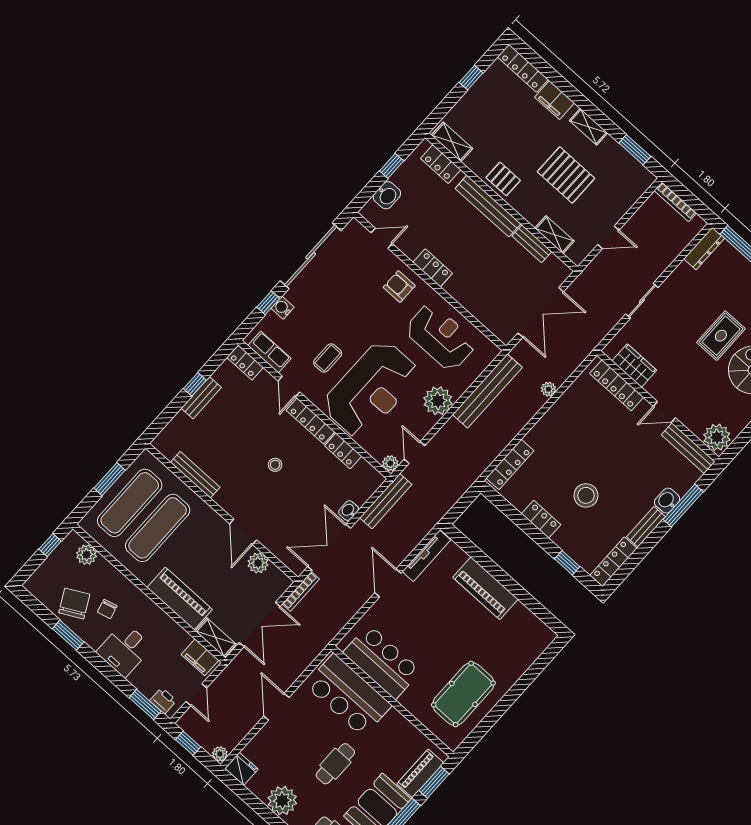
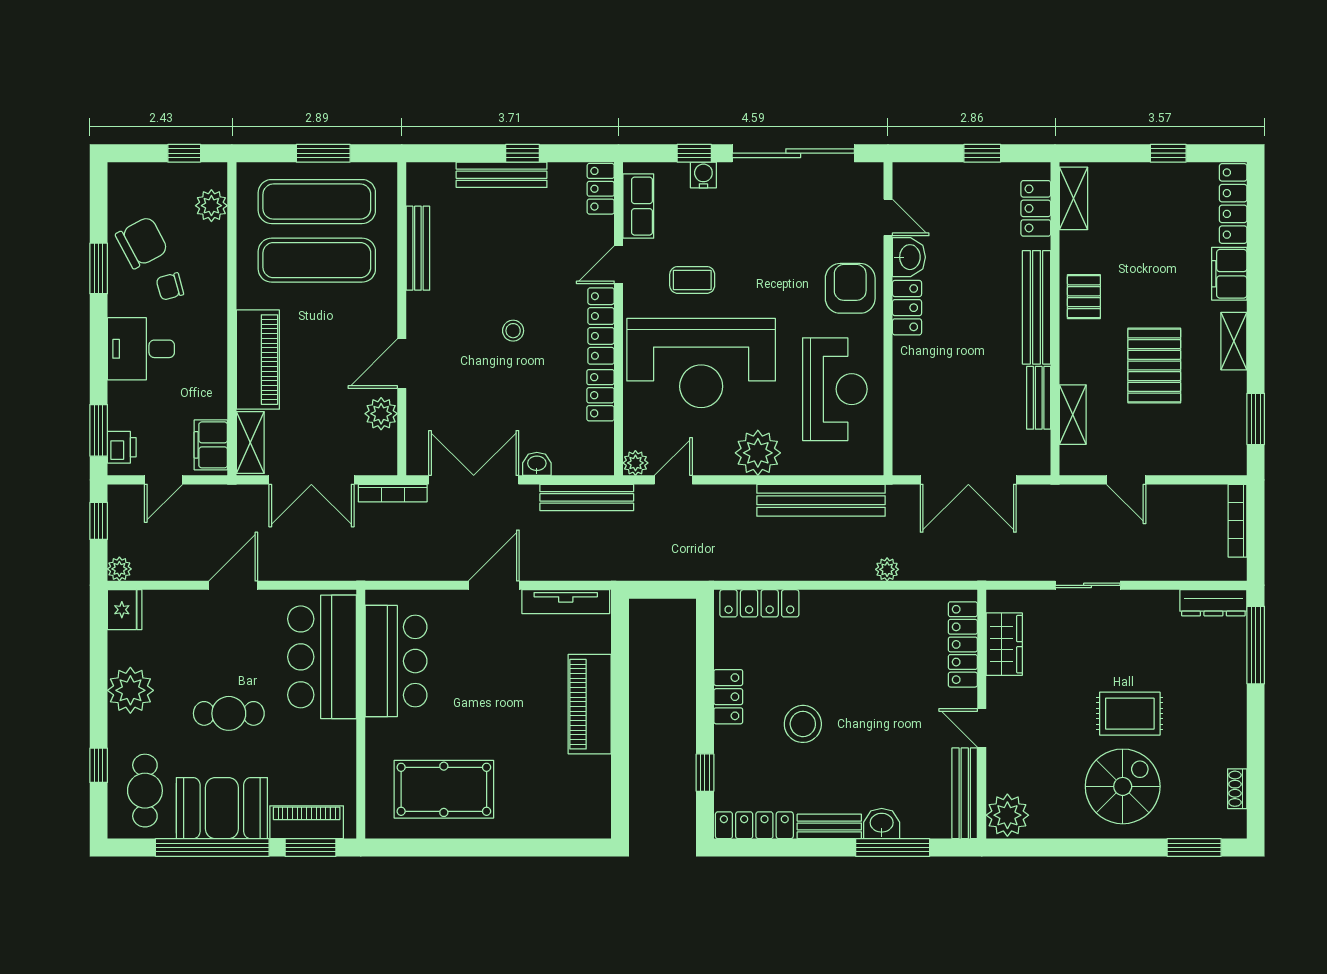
washbasin: (387, 195) -> (909, 257), moved, turned -90
armchair: (399, 286) -> (850, 288), width x1.38, depth x1.38
bench: (201, 398) -> (502, 175), width x1.36

